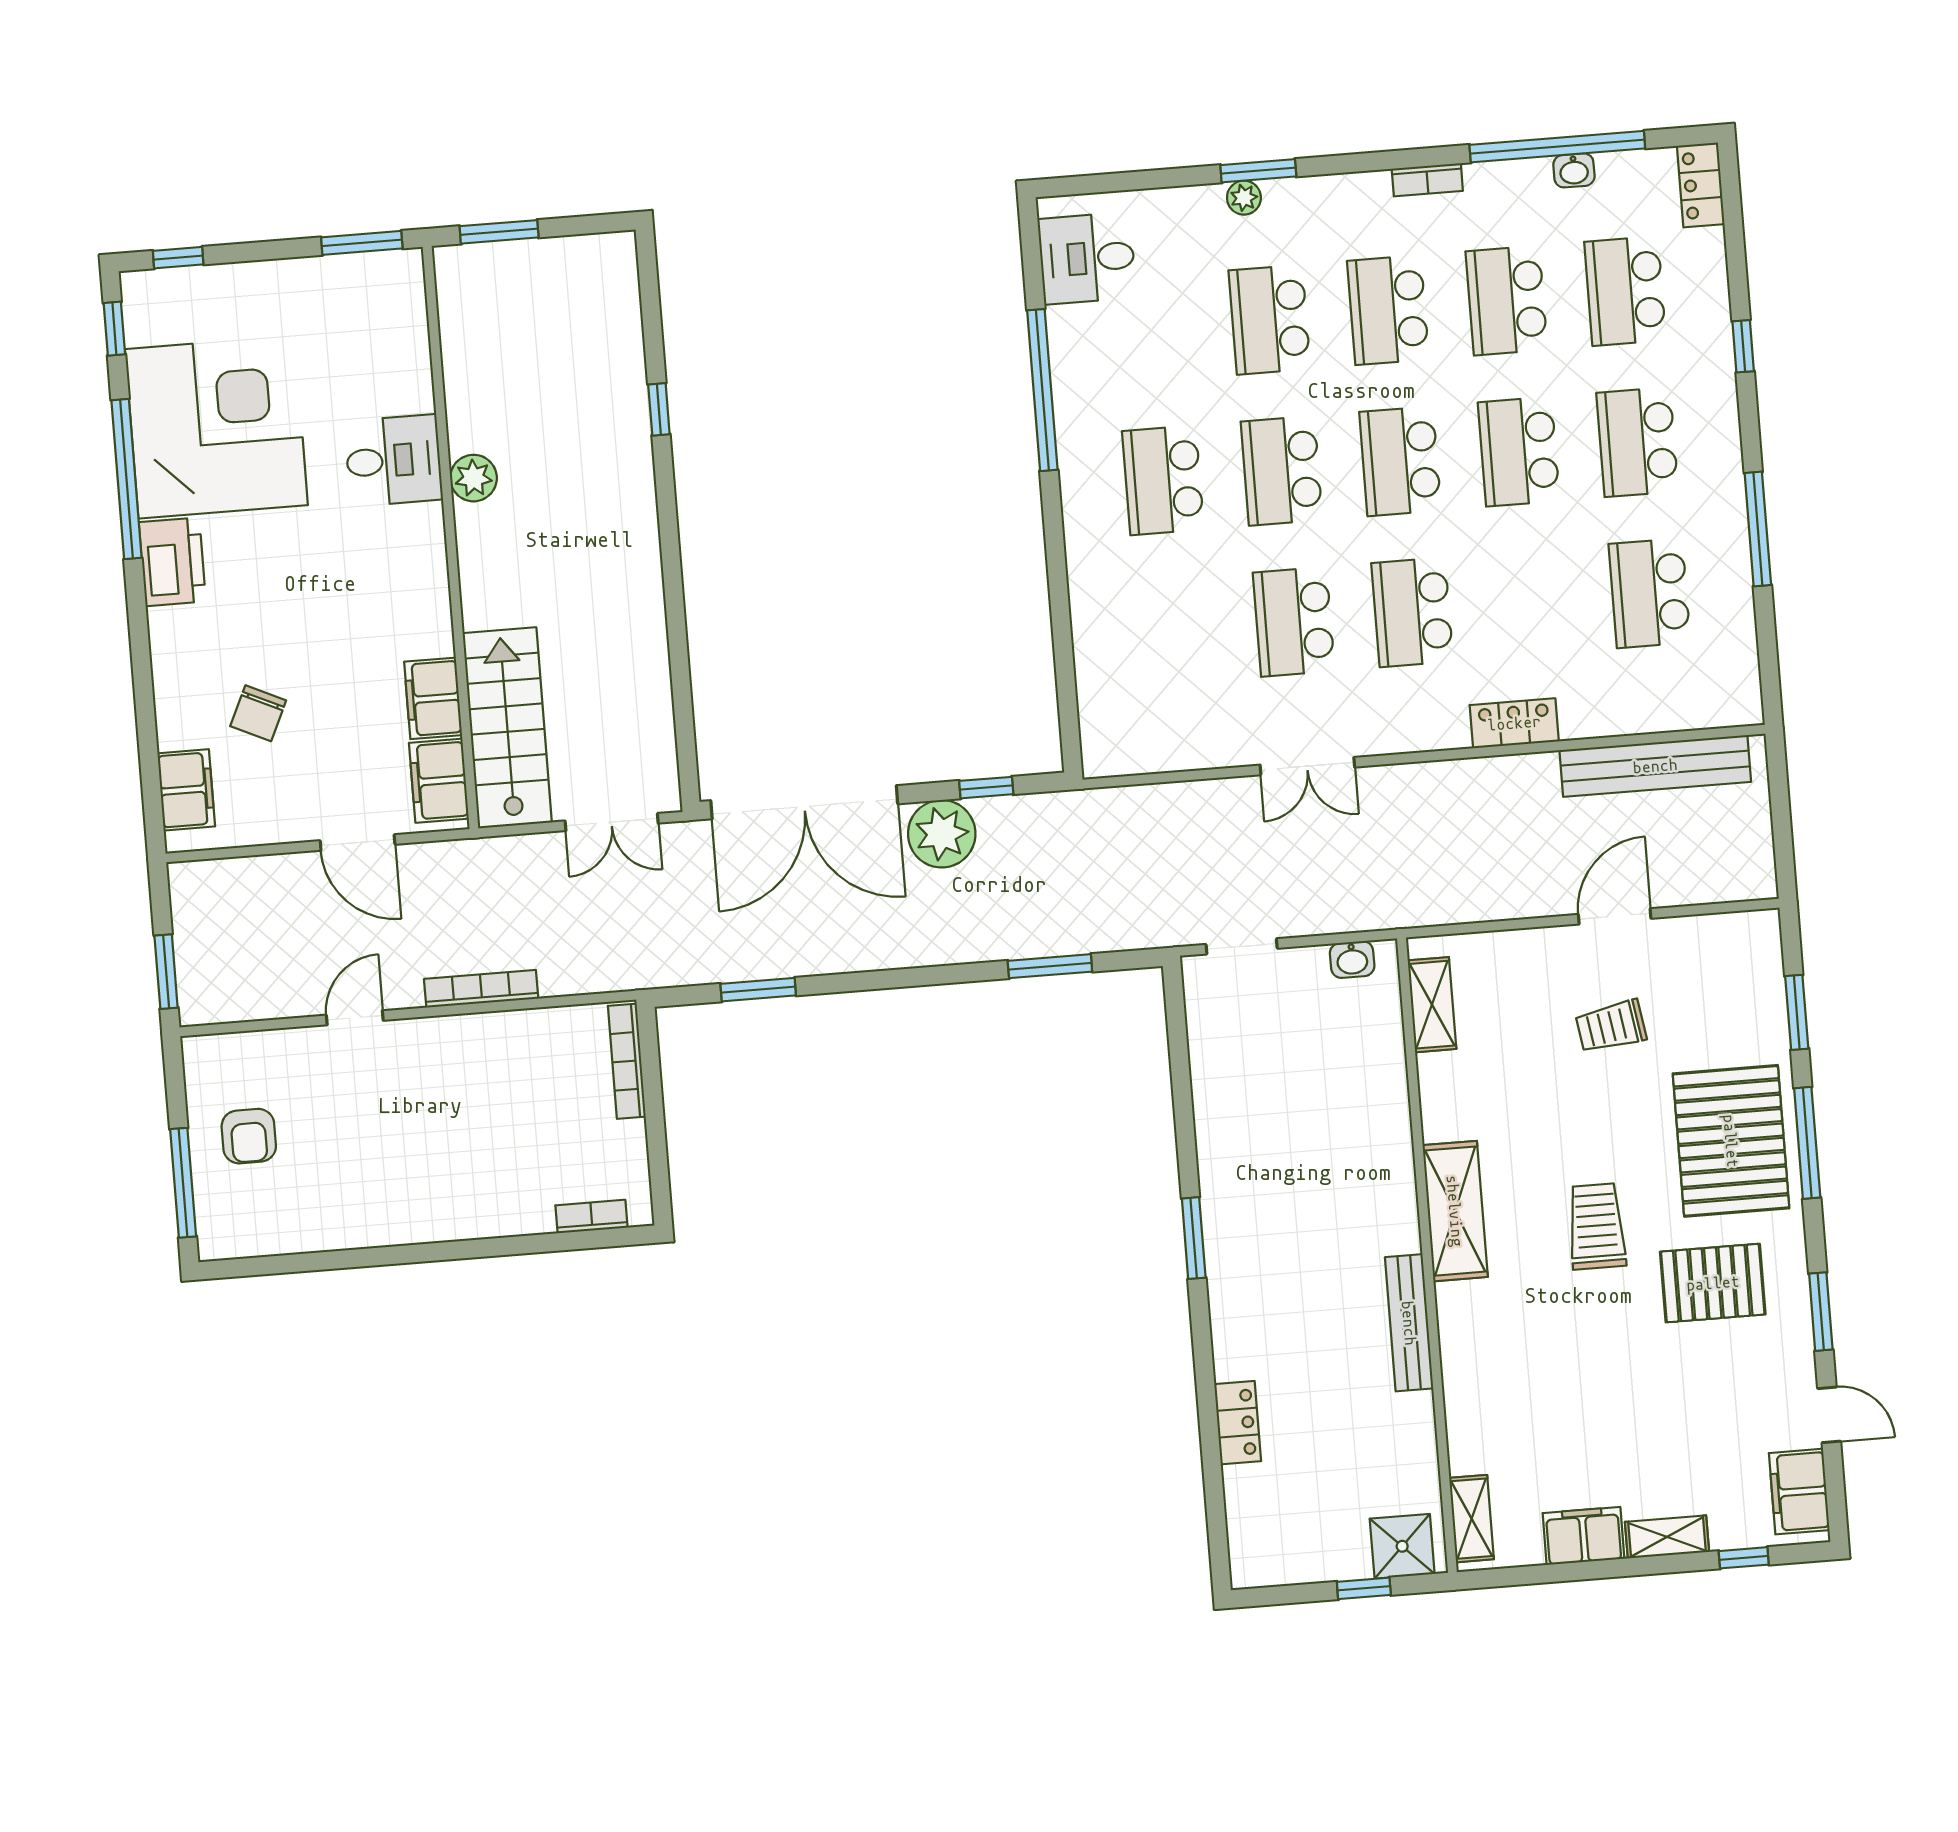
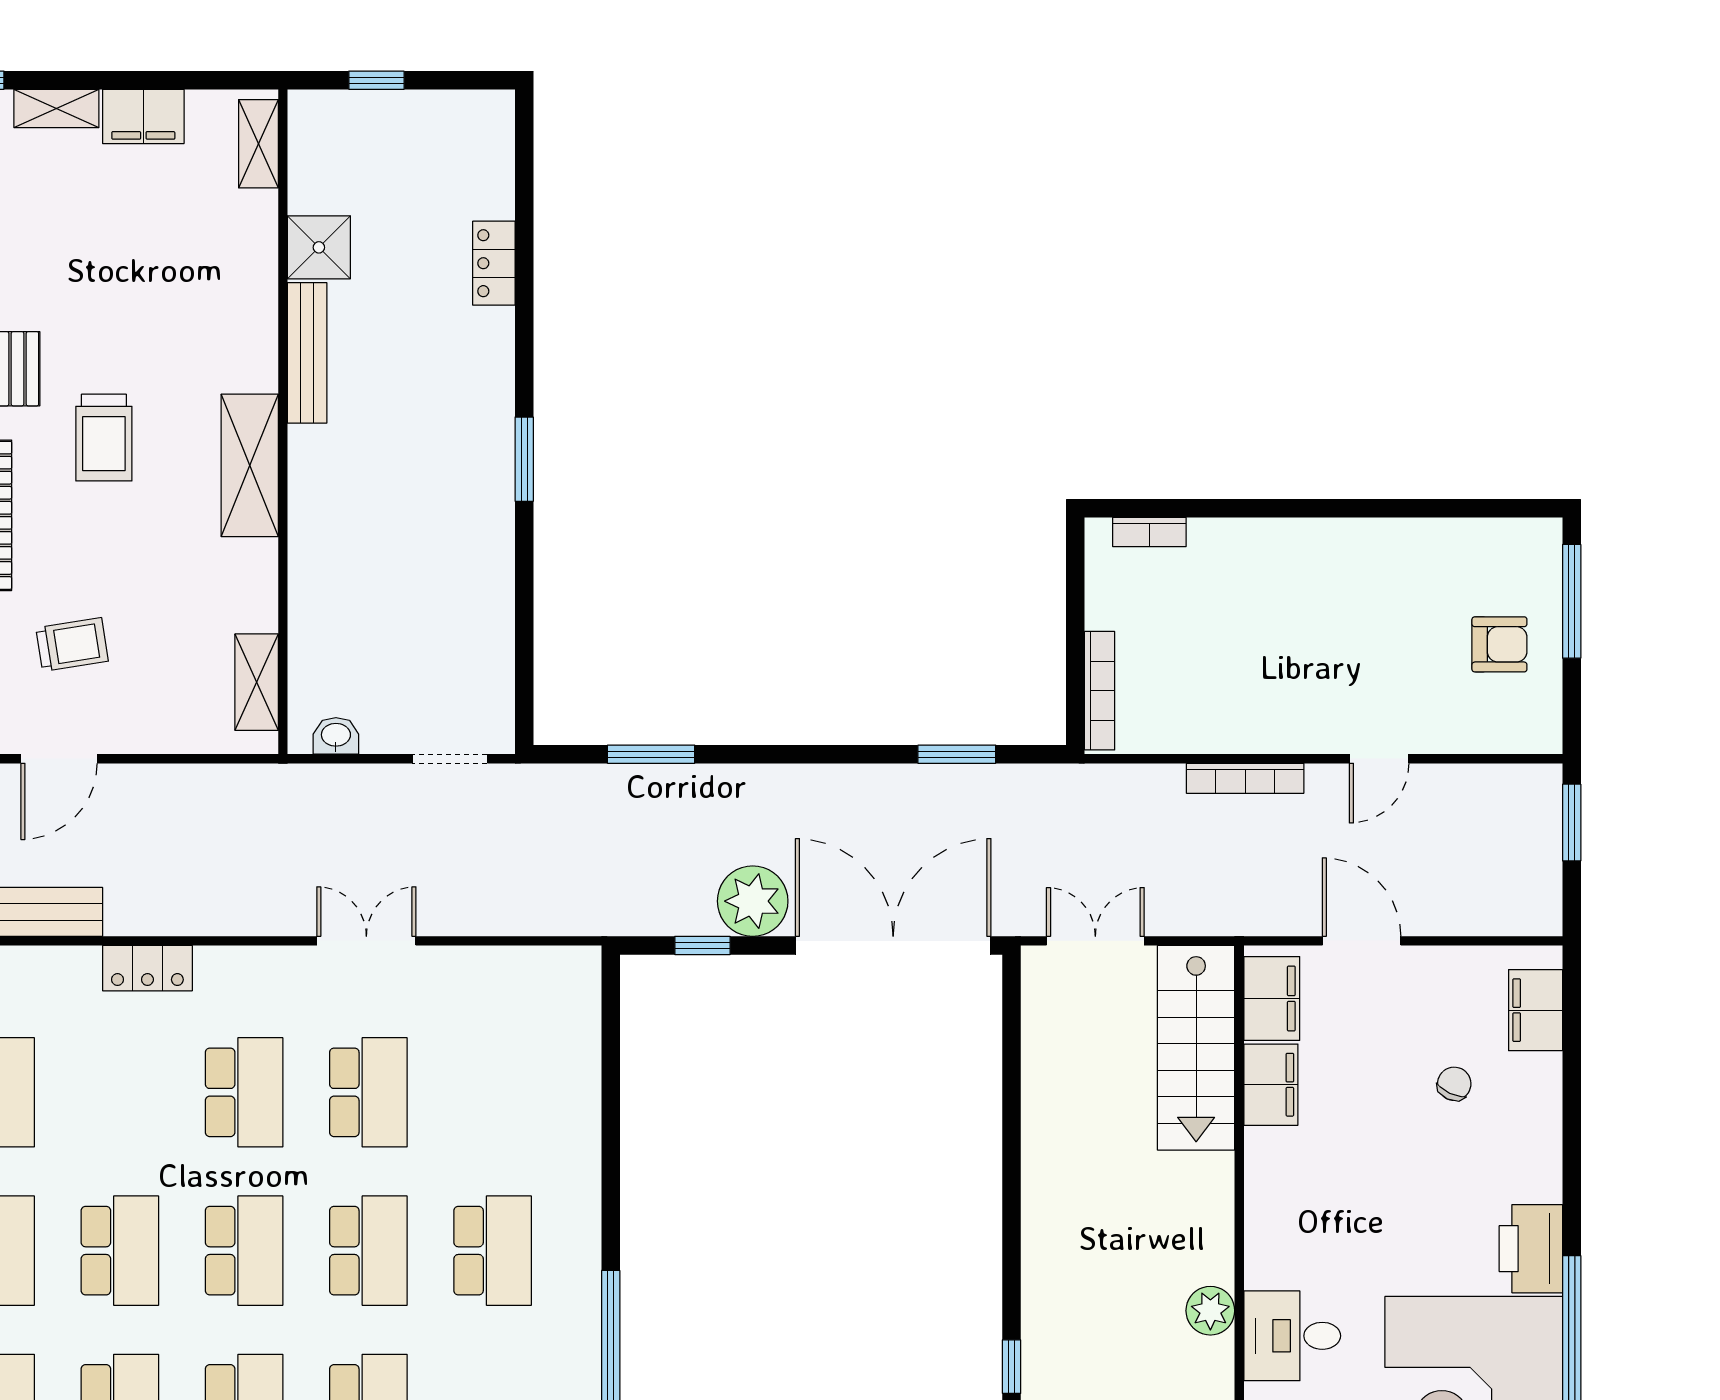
chair: (258, 713) -> (1454, 1084), width x0.73, depth x0.73
armchair: (249, 1136) -> (1499, 644), turned 90
shower: (1402, 1546) -> (319, 247), moved

